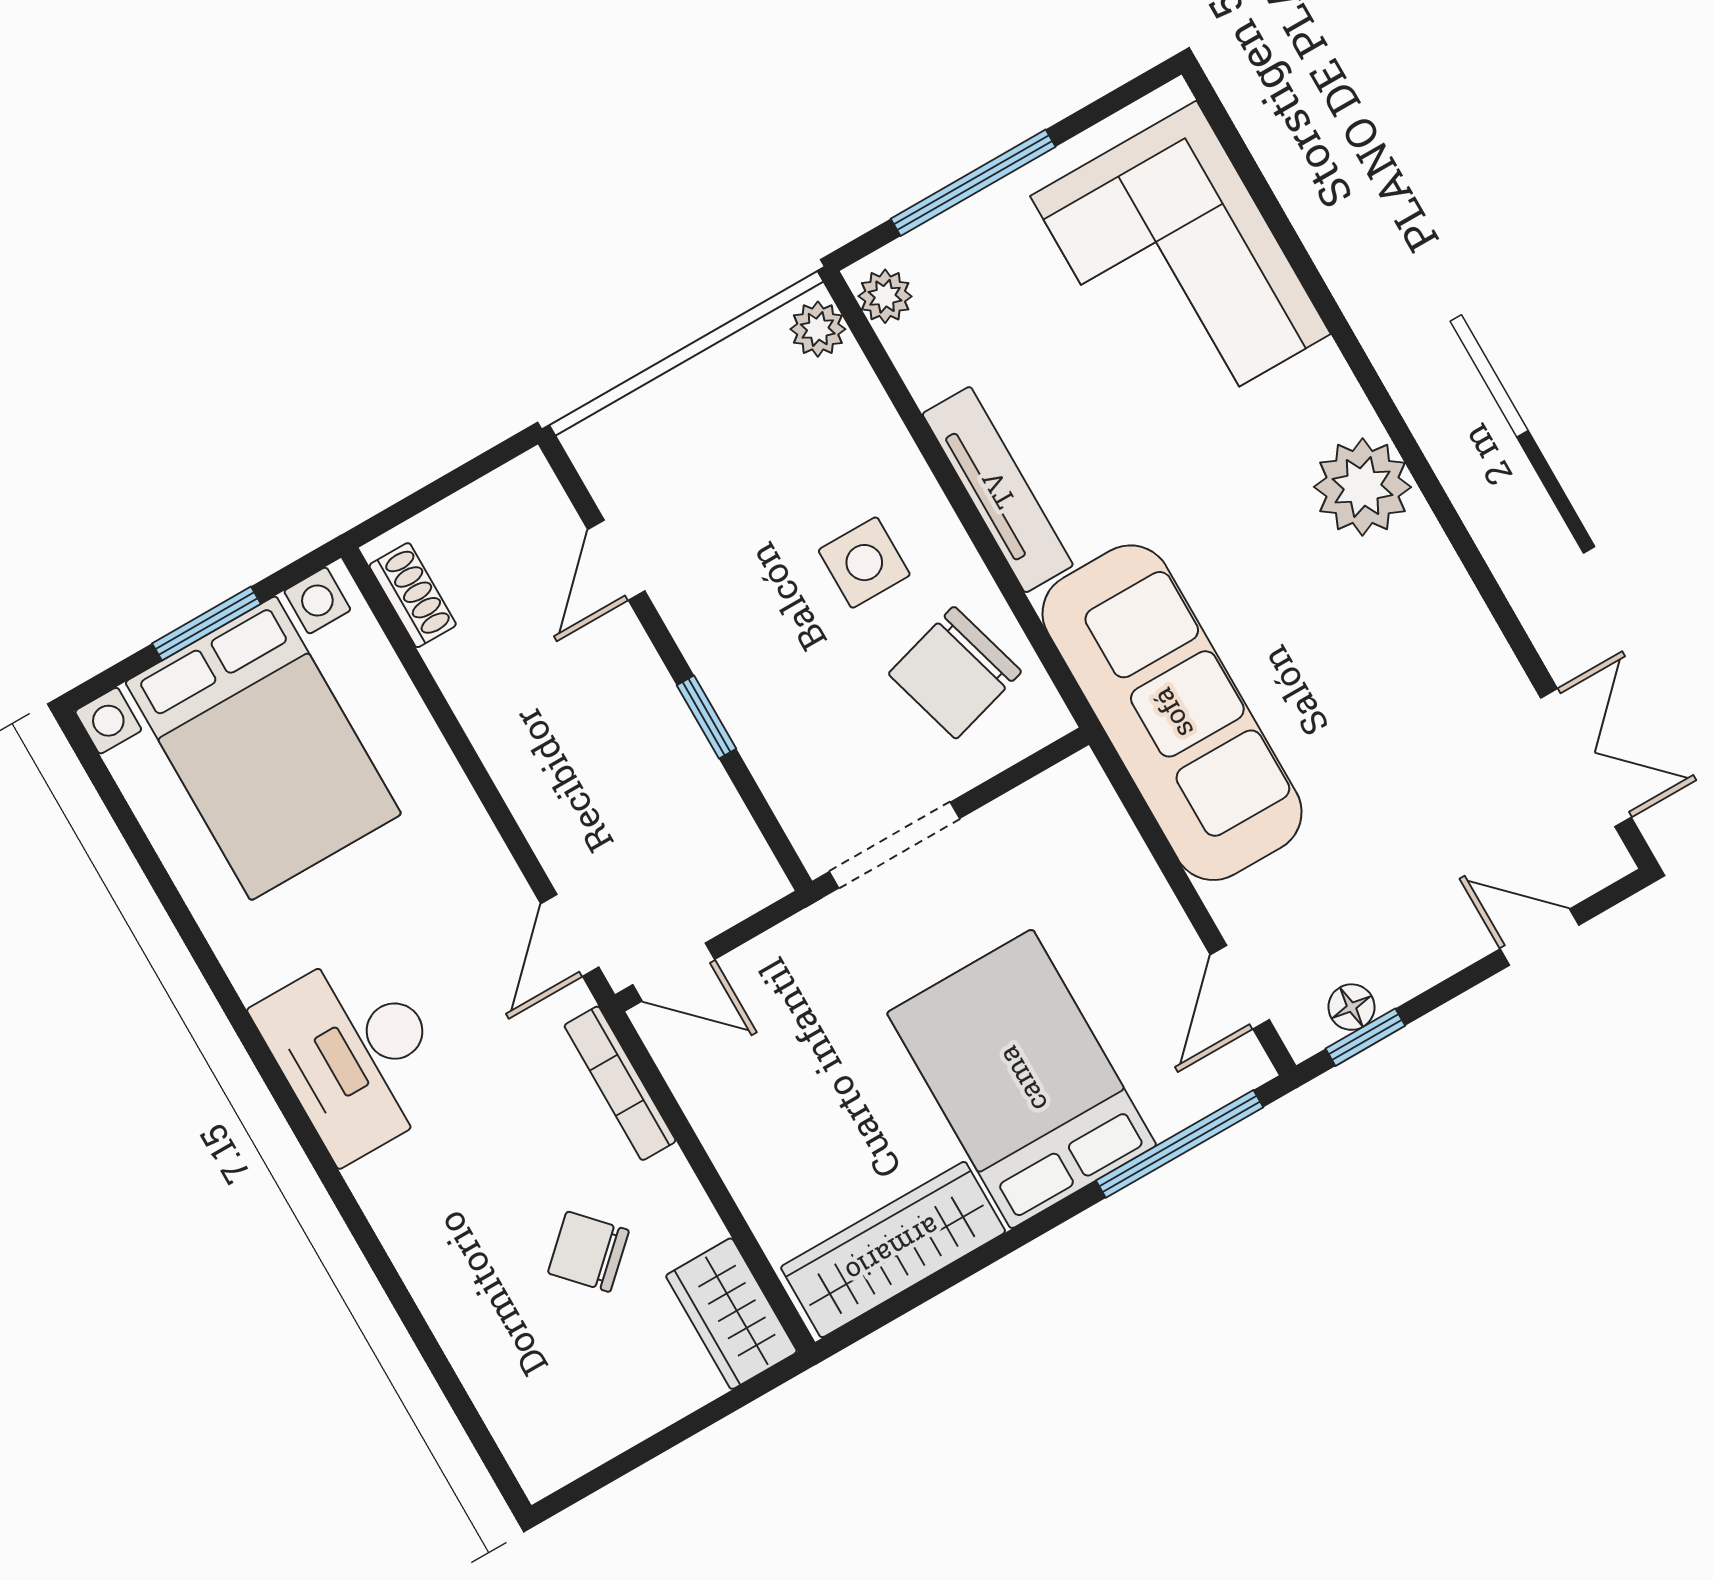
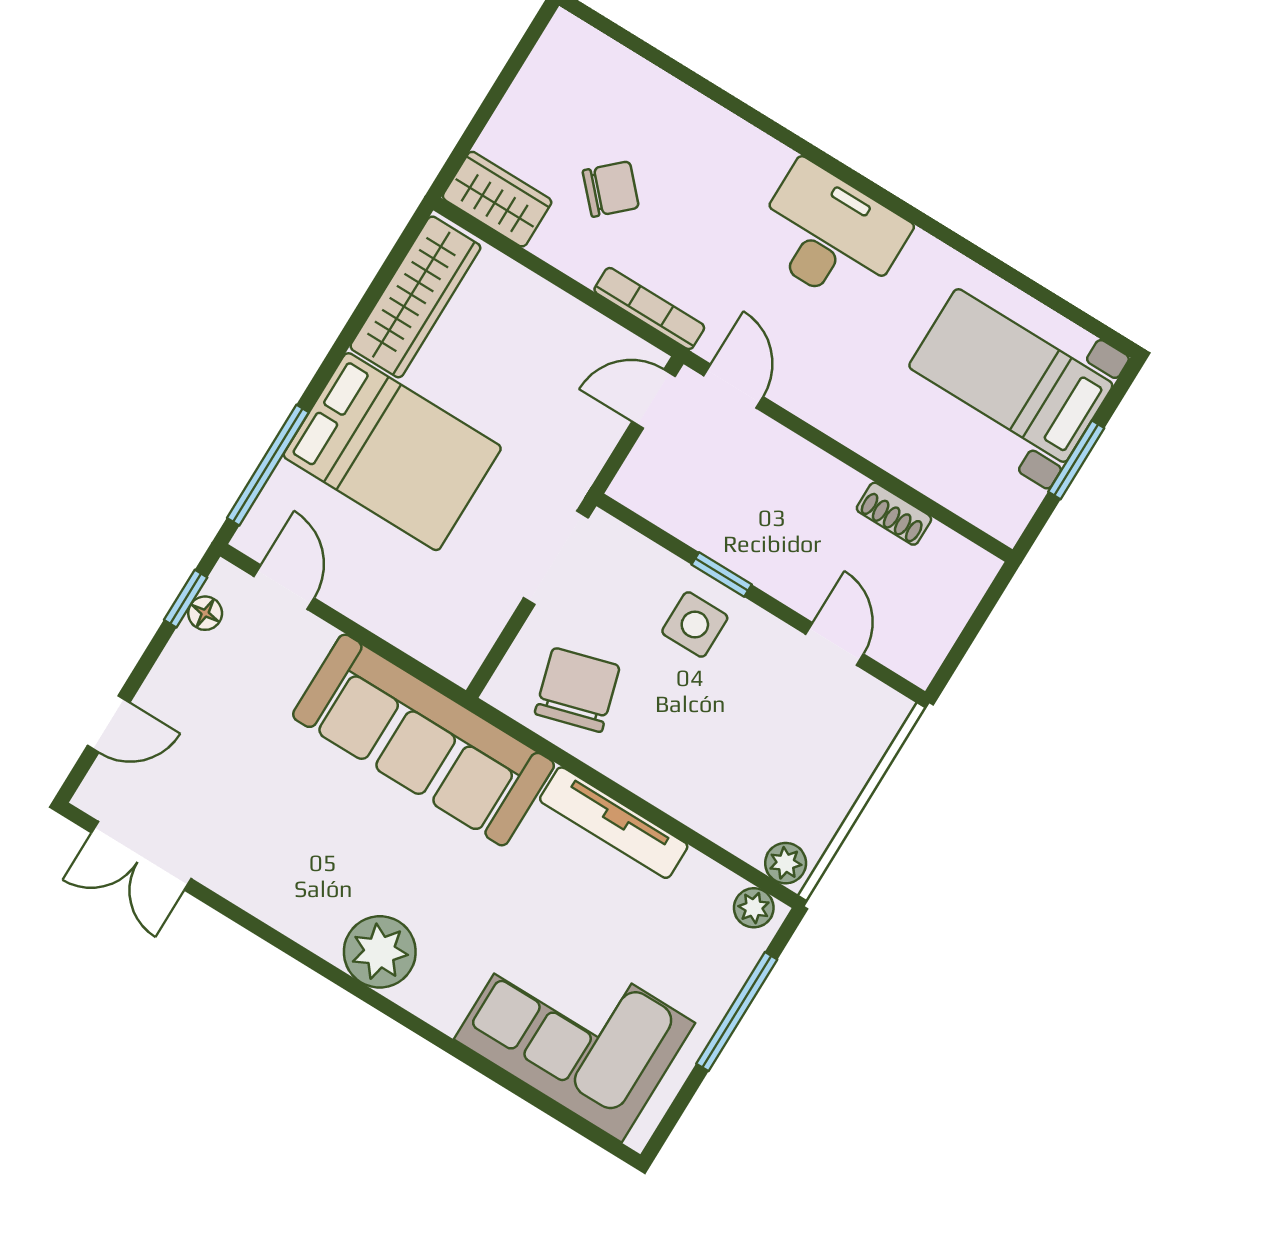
side table: (864, 563) -> (695, 625), moved
shoe rack: (413, 595) -> (894, 514), moved
bed with nightstands: (263, 748) -> (1011, 375), width x0.73

